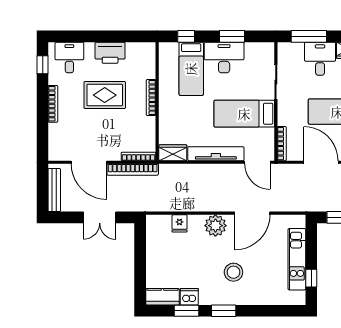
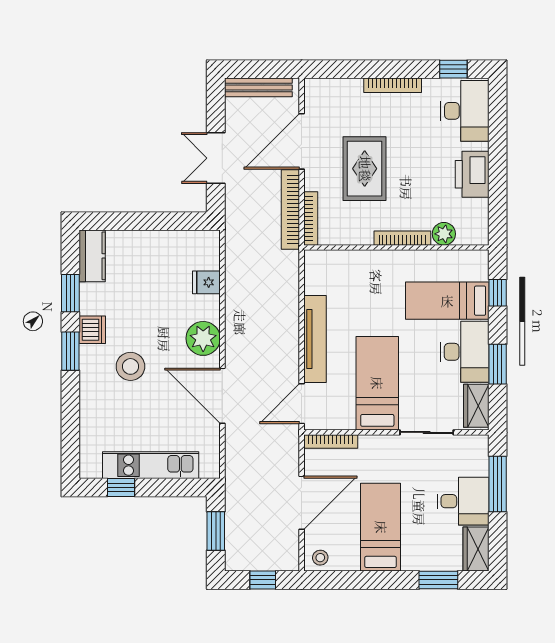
desk: (69, 57) -> (465, 111), width x1.37
plant: (148, 71) -> (444, 234), added
rug: (105, 95) -> (365, 169), moved
wardrobe: (173, 153) -> (476, 406), moved, turned 180
dishwasher: (189, 297) -> (92, 330), moved

